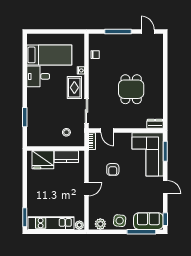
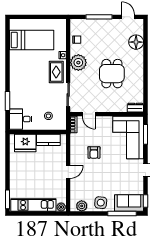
floor lamp: (156, 57) -> (136, 42), added
desk: (38, 76) -> (21, 119), moved
plant: (97, 78) -> (78, 63), added

